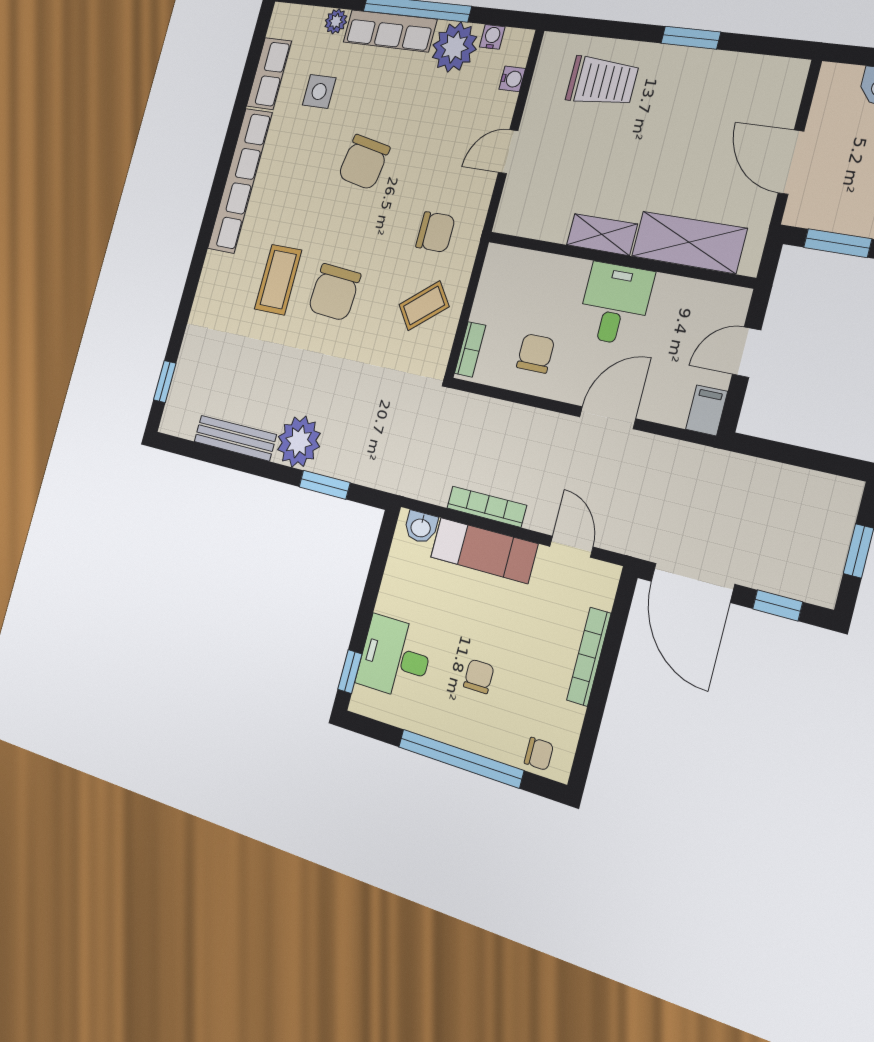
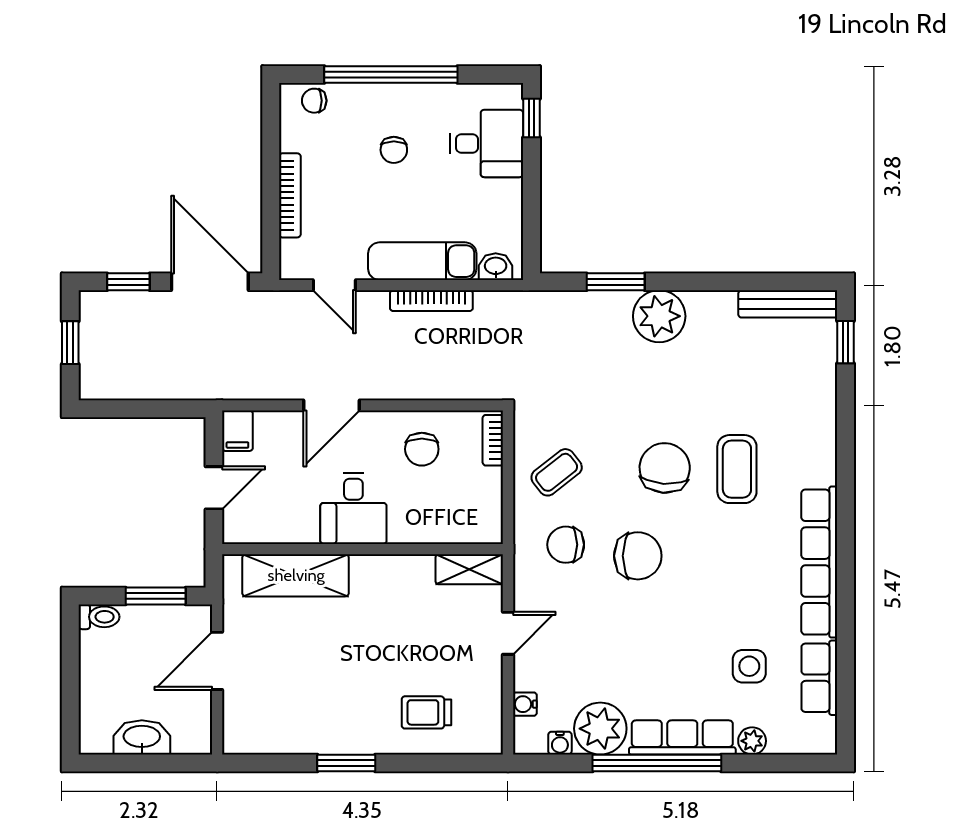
trolley: (602, 81) -> (426, 712), width x0.73, depth x0.72
chair: (364, 162) -> (638, 556), moved, turned 80
door: (791, 162) -> (217, 661), swing flipped
shelving: (602, 234) -> (469, 569), moved
bench: (235, 438) -> (788, 304), moved

